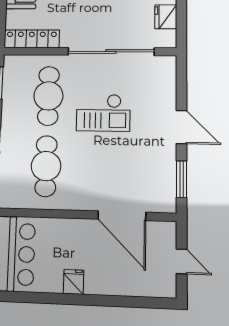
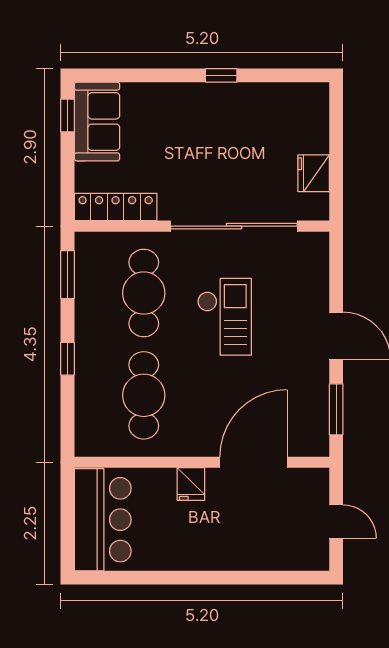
checkout: (103, 113) -> (224, 317), turned -90
door: (122, 216) -> (253, 462), swing flipped
fridge: (73, 282) -> (191, 484), moved, turned 180

